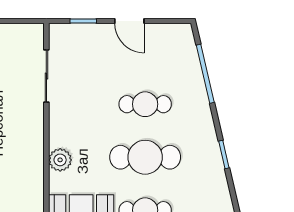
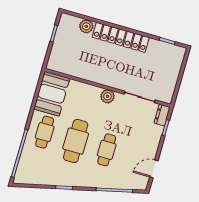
door: (129, 21) -> (154, 169), moved
dresser: (65, 32) -> (162, 115), added
plant: (60, 160) -> (108, 96), moved

